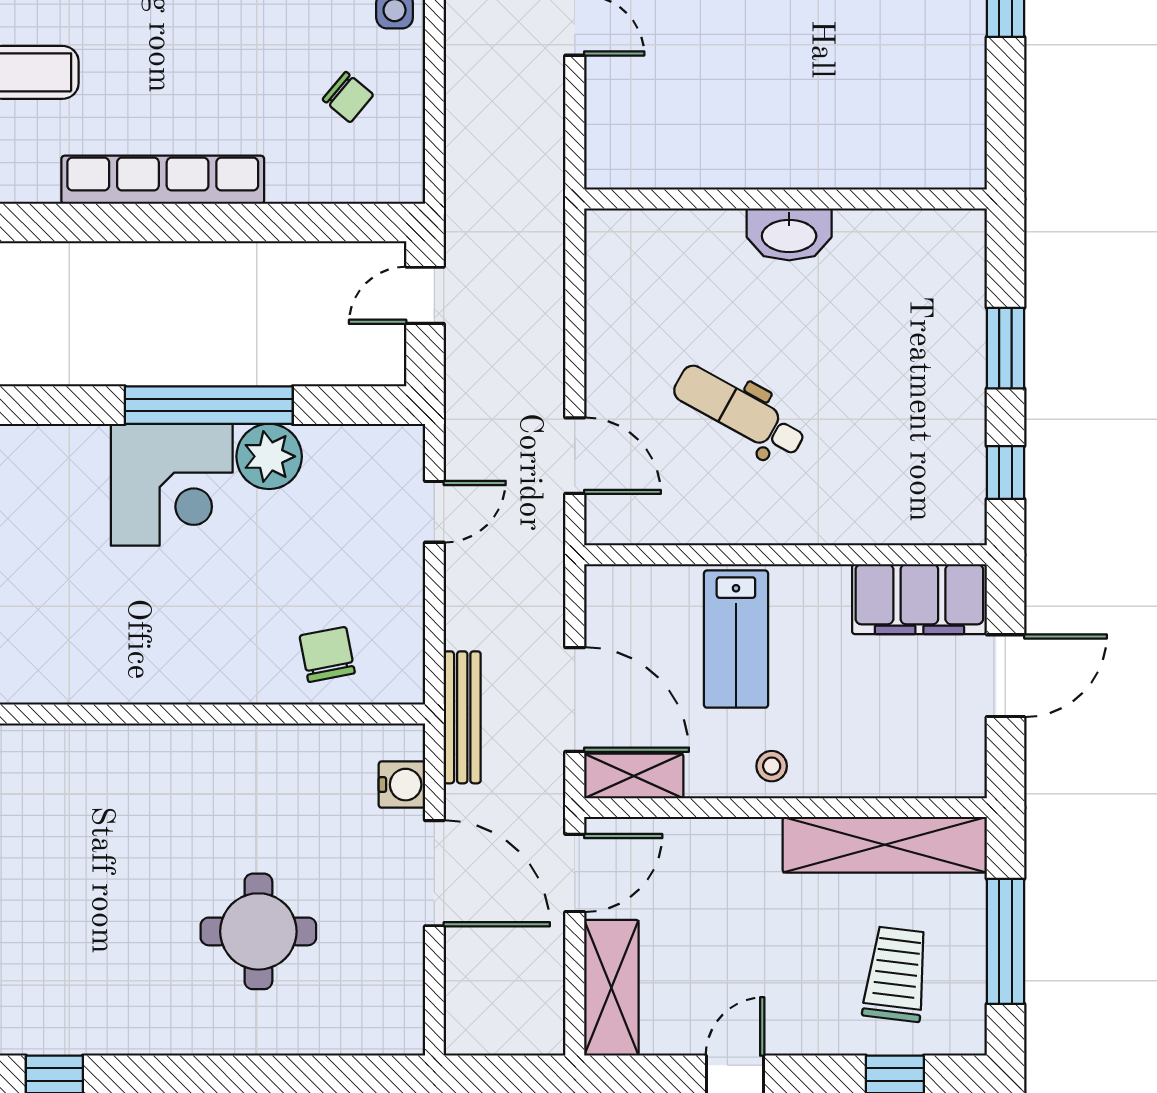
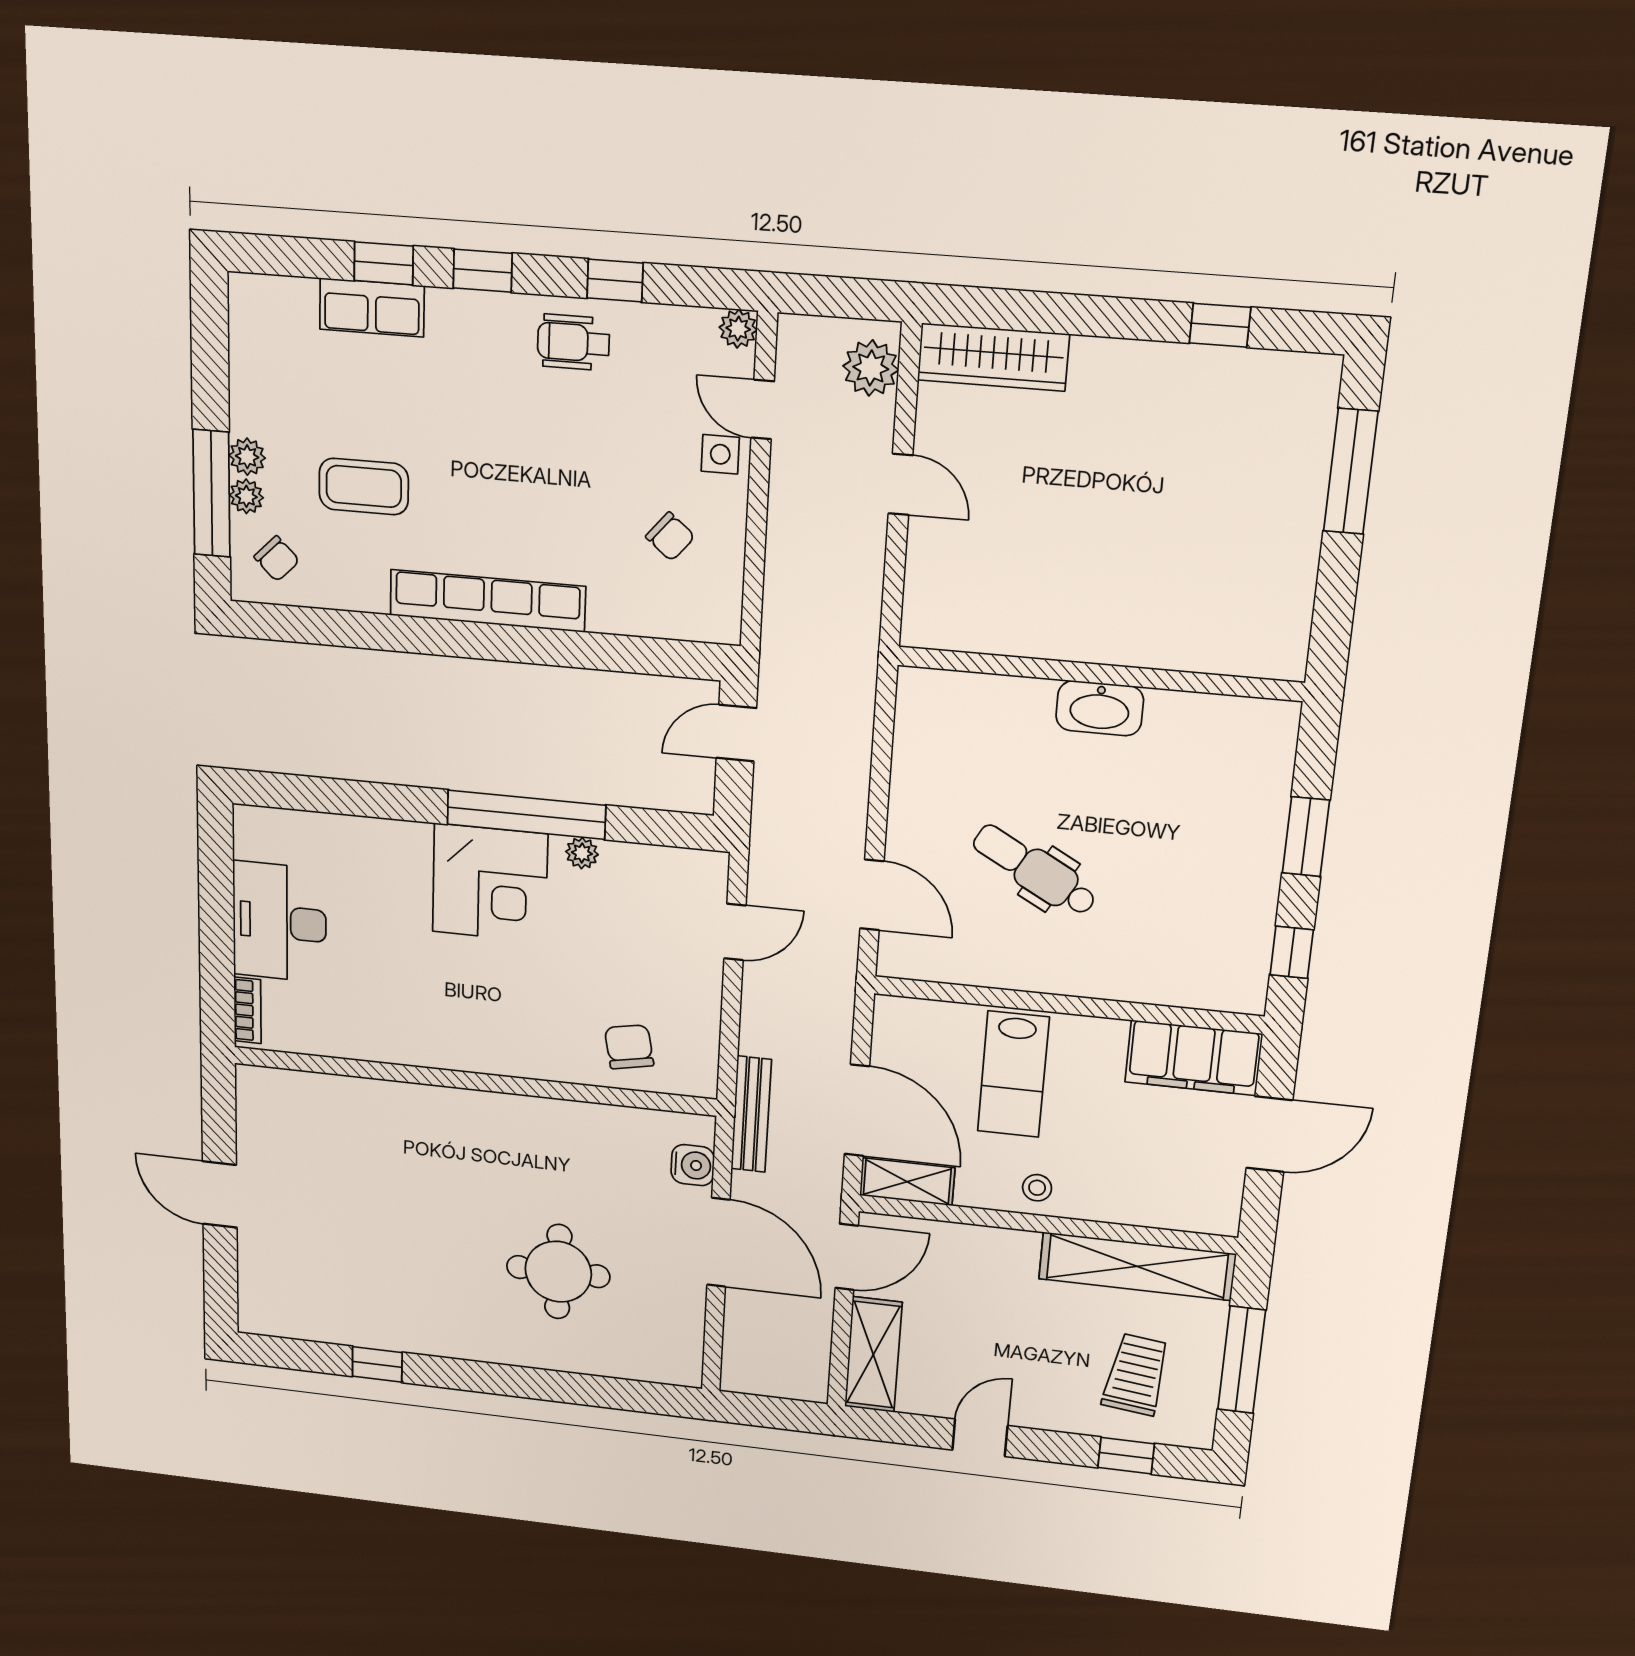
plant: (269, 456) -> (582, 853), width x0.53, depth x0.53

